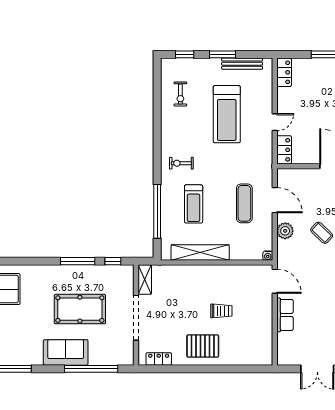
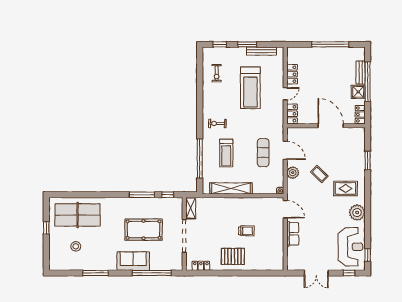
locker: (284, 72) -> (292, 74), moved

